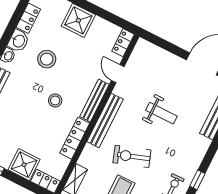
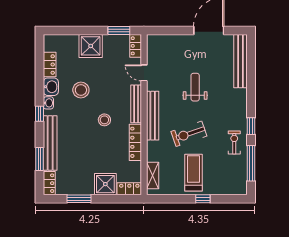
window: (114, 19) -> (119, 31), added
weight bench: (161, 113) -> (195, 87), turned -90

